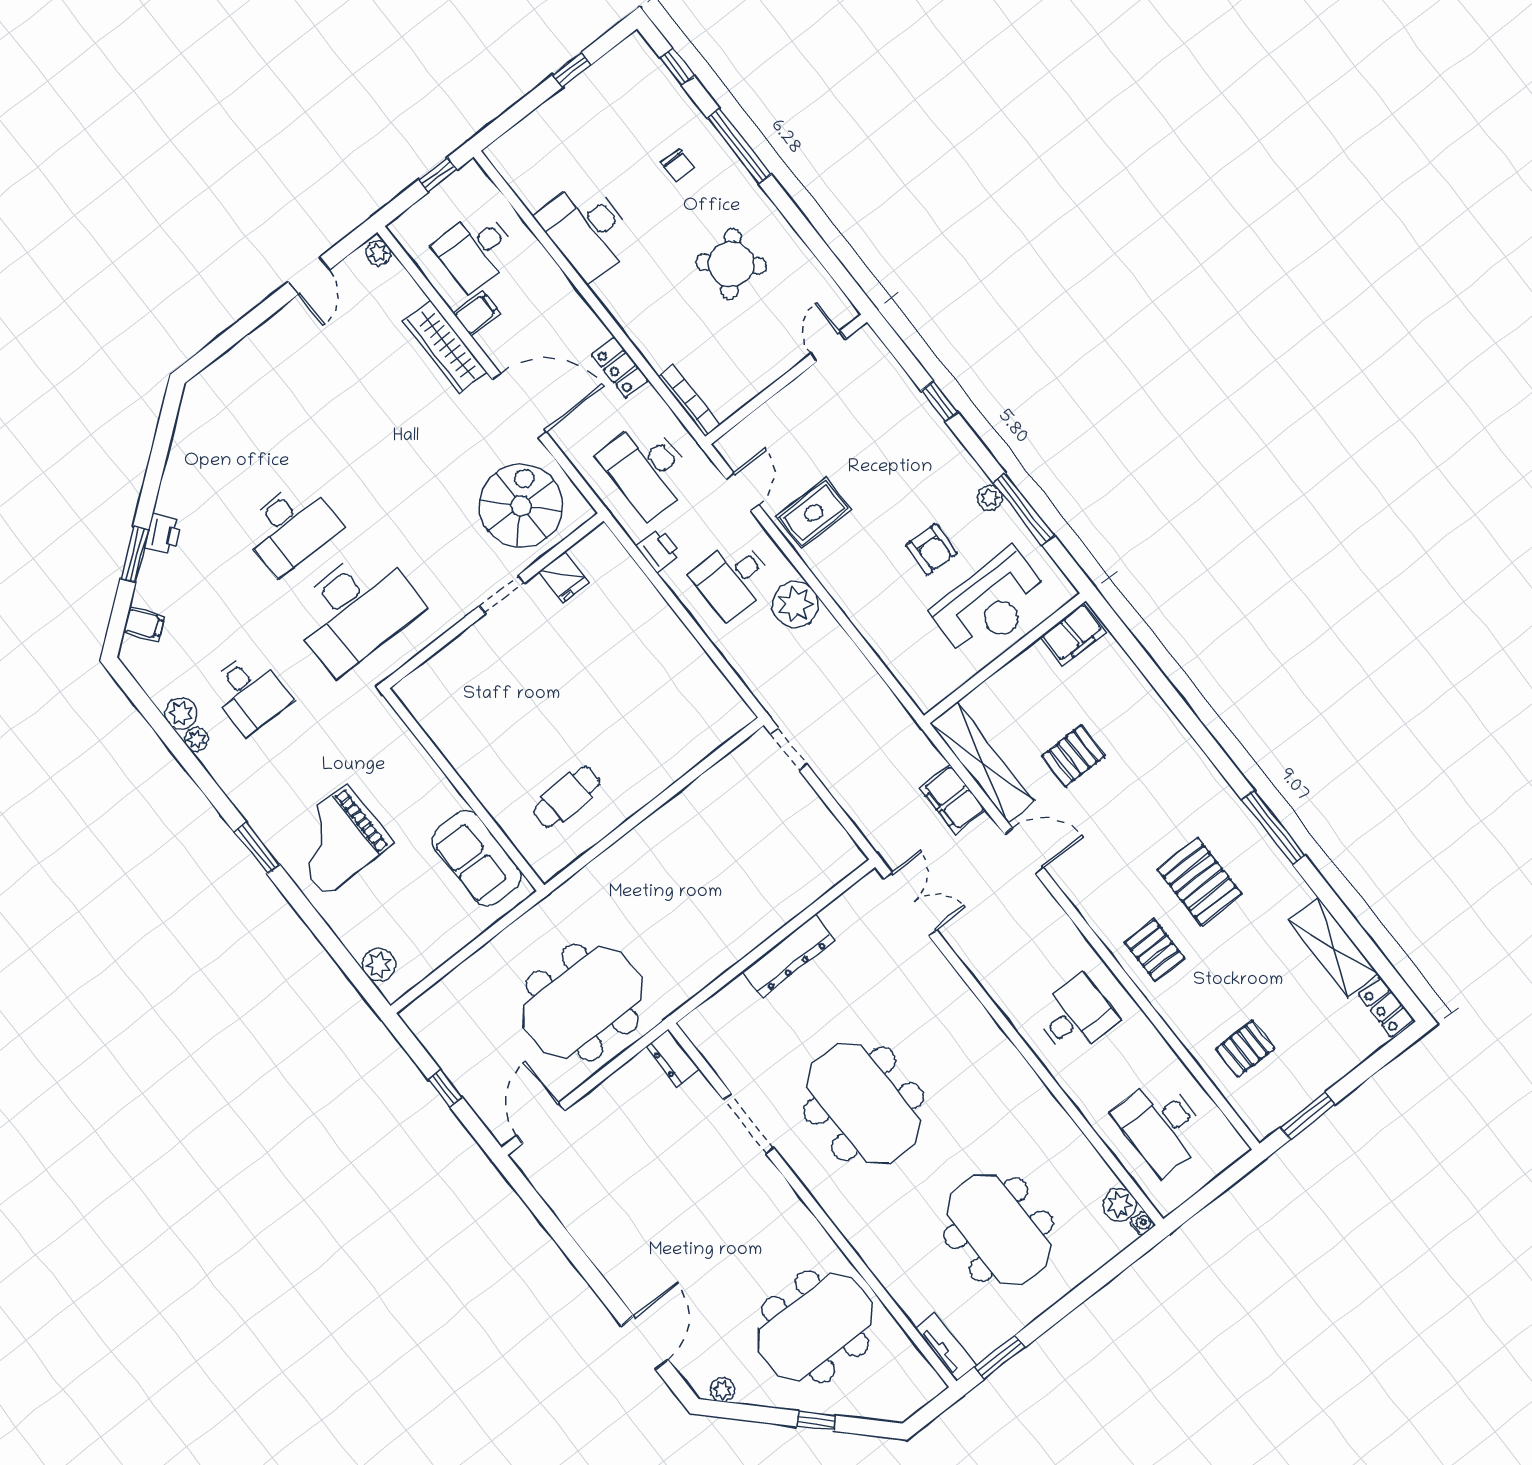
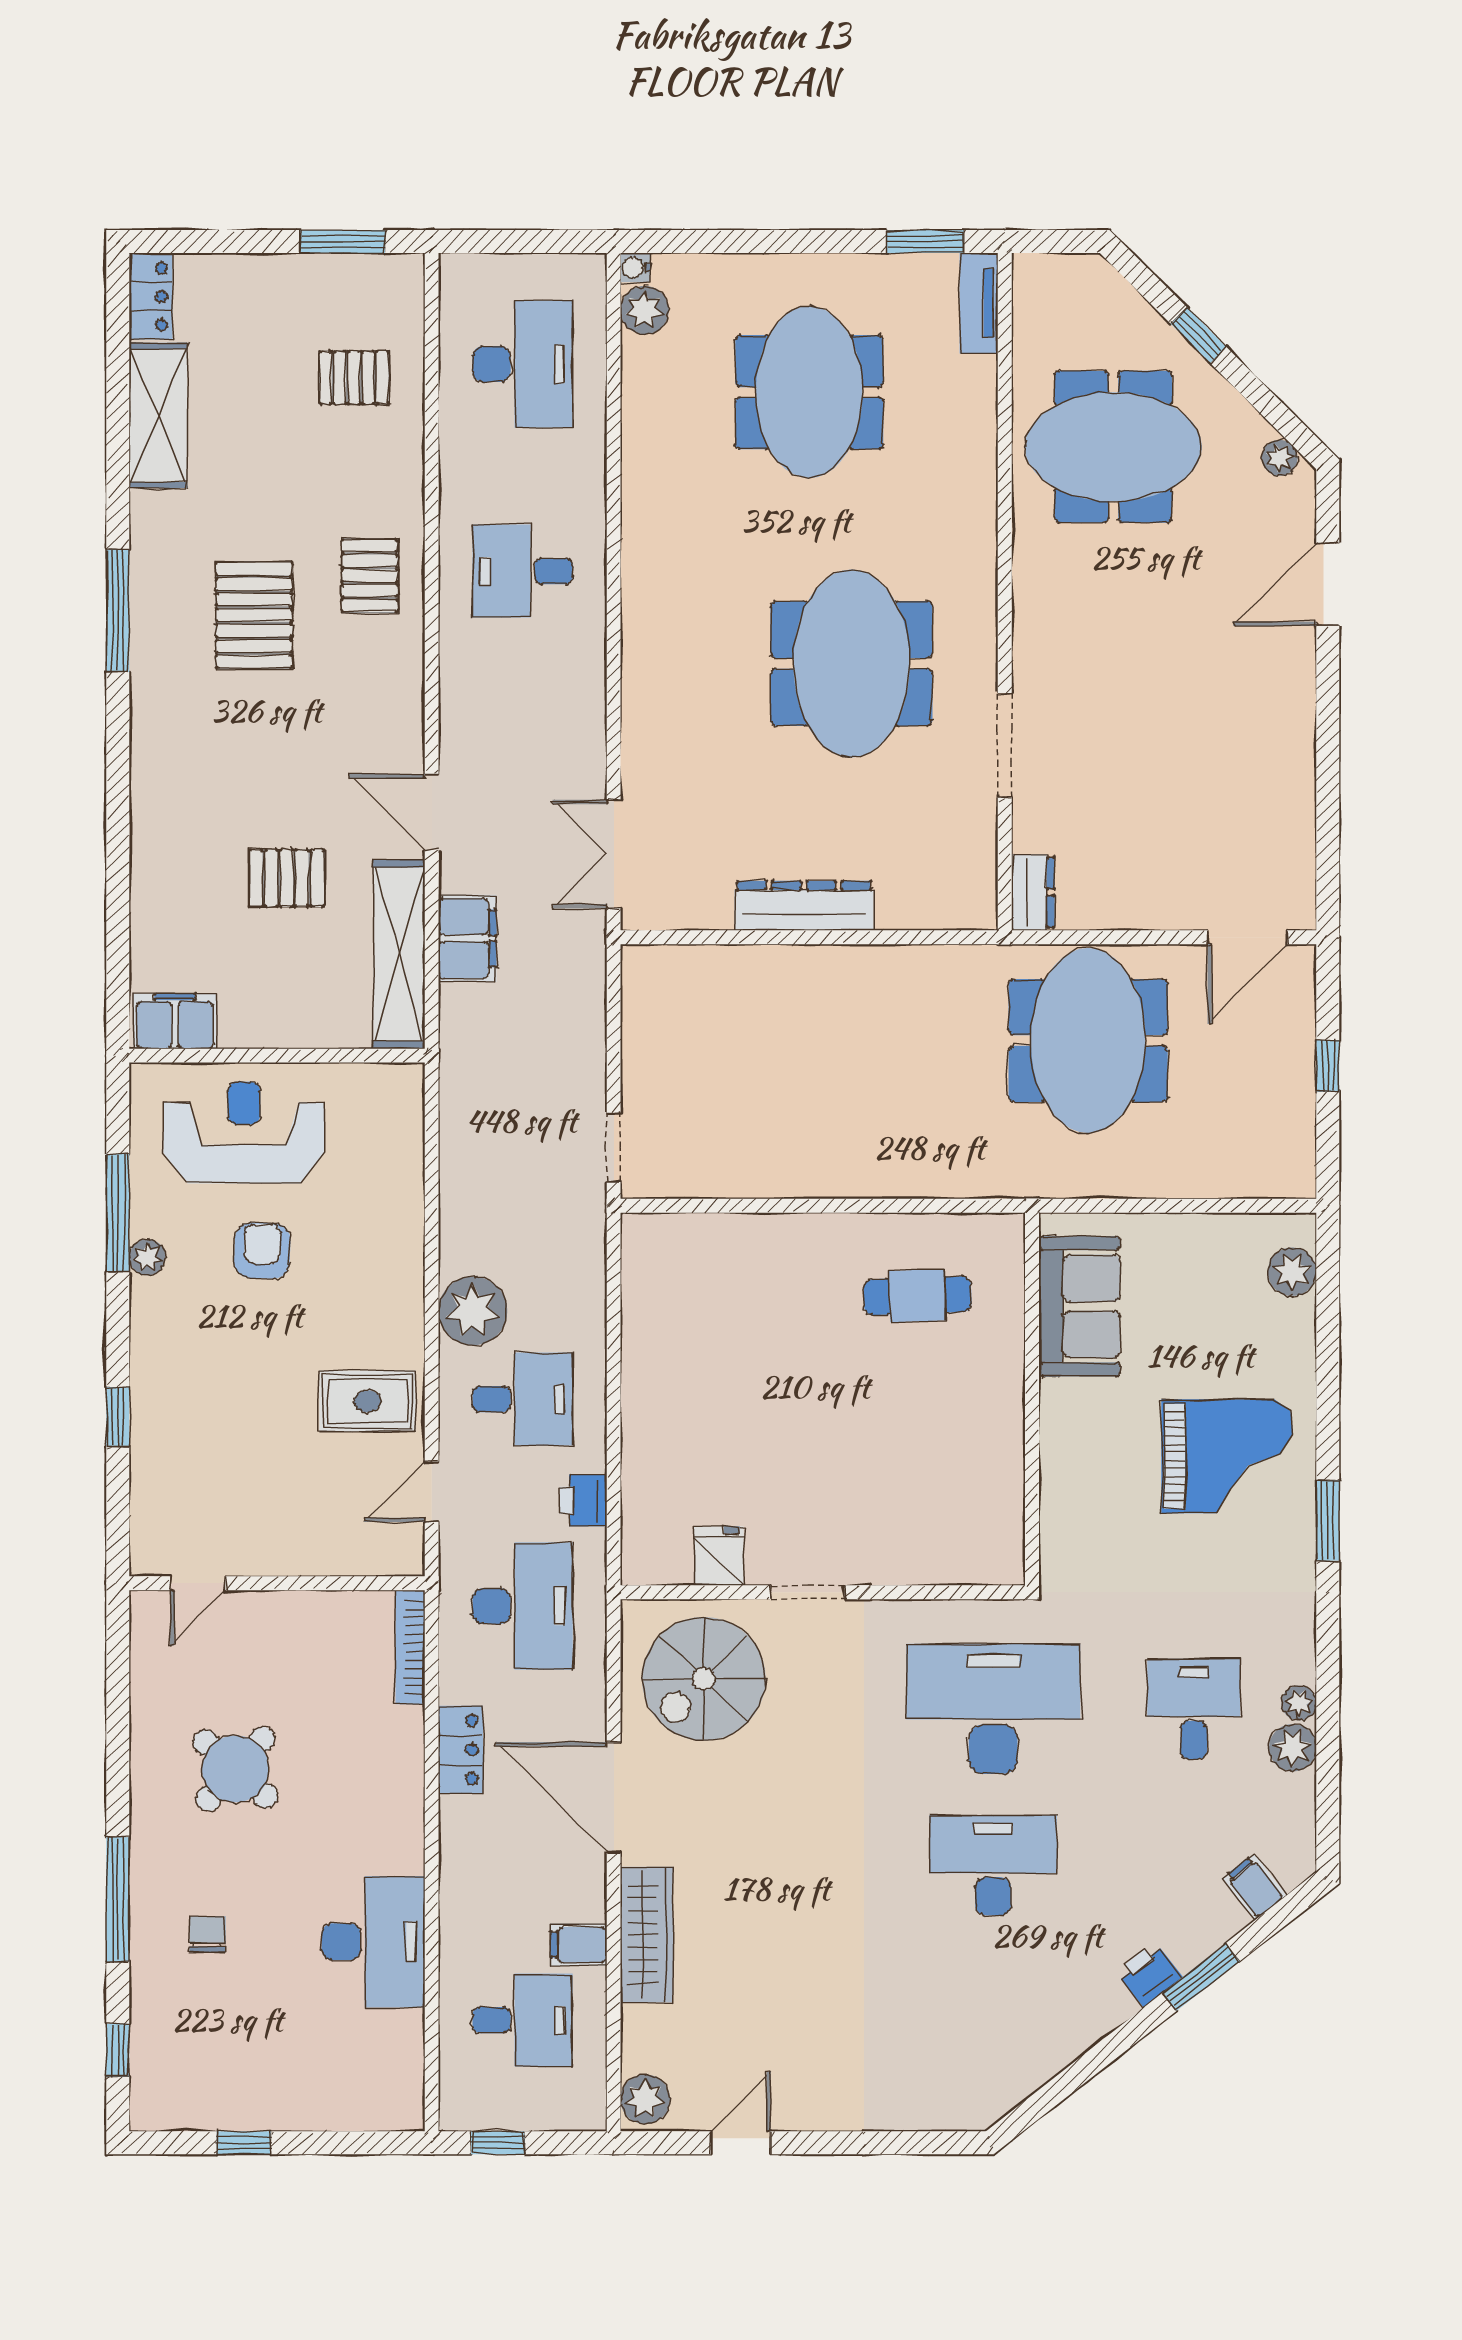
plant: (378, 253) -> (645, 2099), width x1.38, depth x1.38
meeting table: (582, 1002) -> (1088, 1040), turned 90

